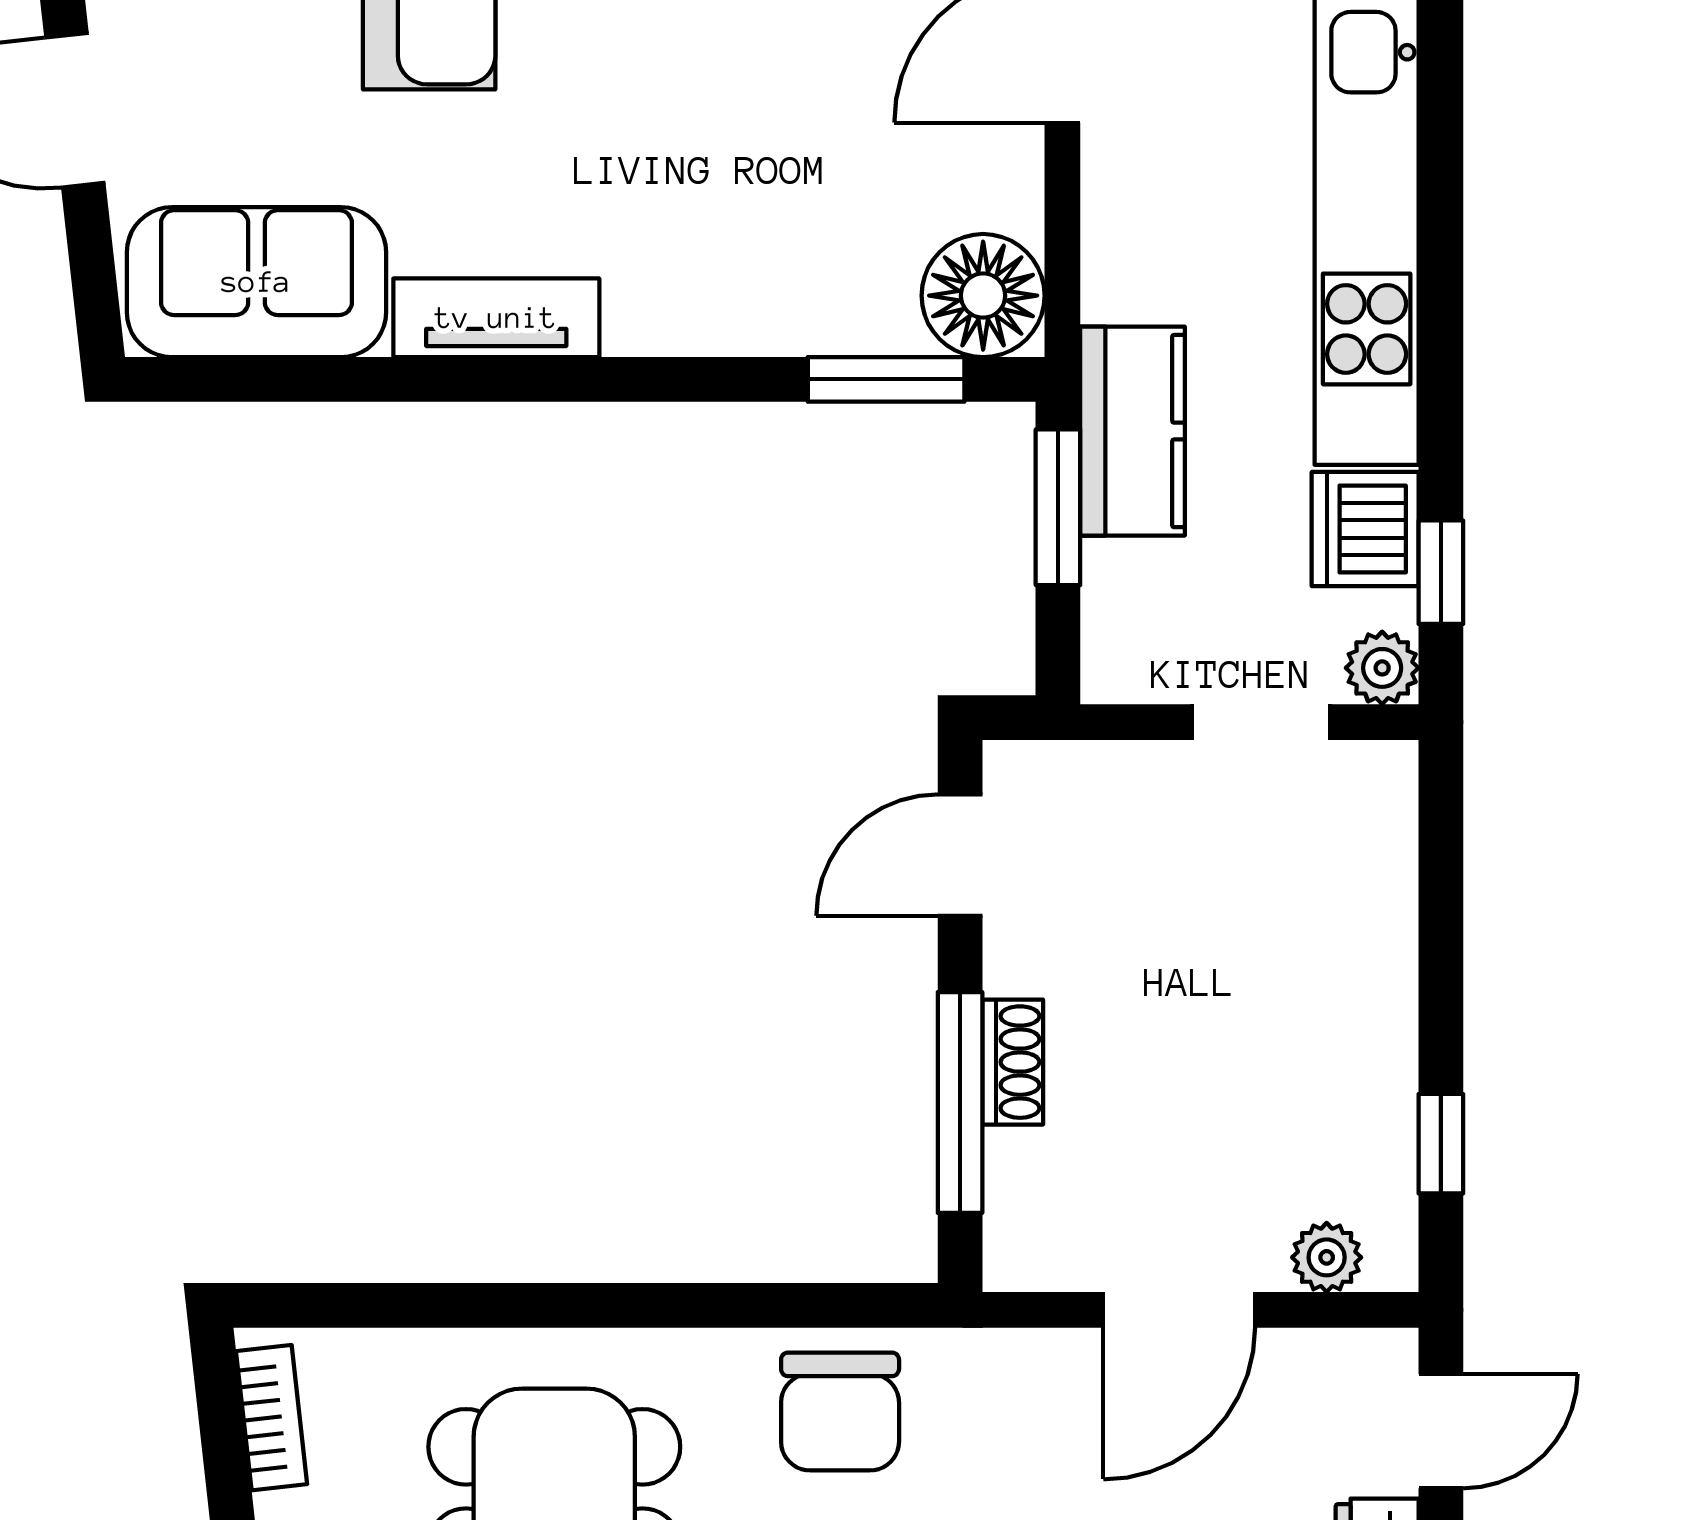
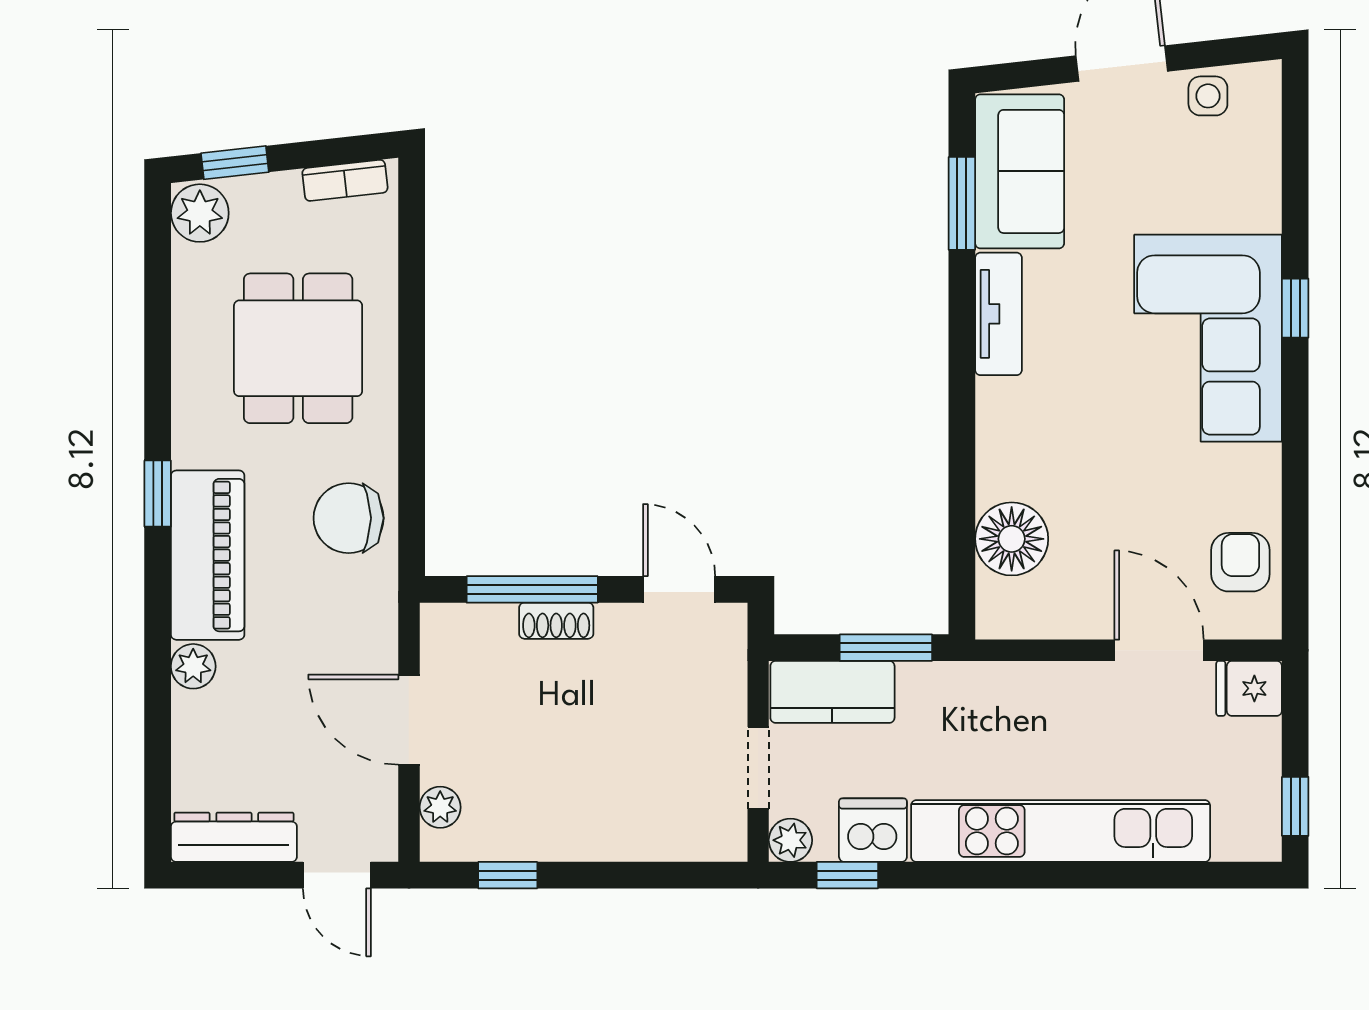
floor lamp: (983, 296) -> (1012, 539), moved
window: (886, 379) -> (962, 203), moved
kitchen counter: (1133, 431) -> (832, 692), moved

